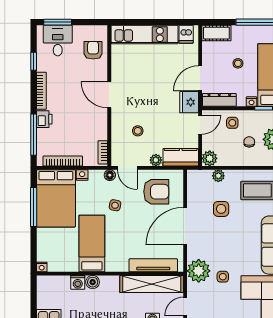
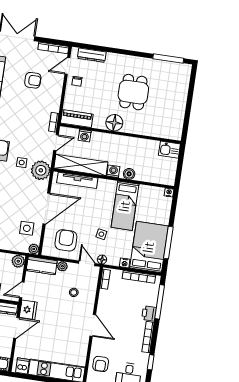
plant: (218, 176) -> (34, 249), moved
armchair: (156, 192) -> (66, 240), turned 90
side table: (221, 209) -> (27, 228), moved
washing machine: (78, 282) -> (113, 171), moved

